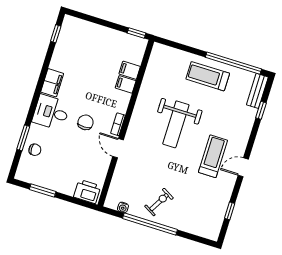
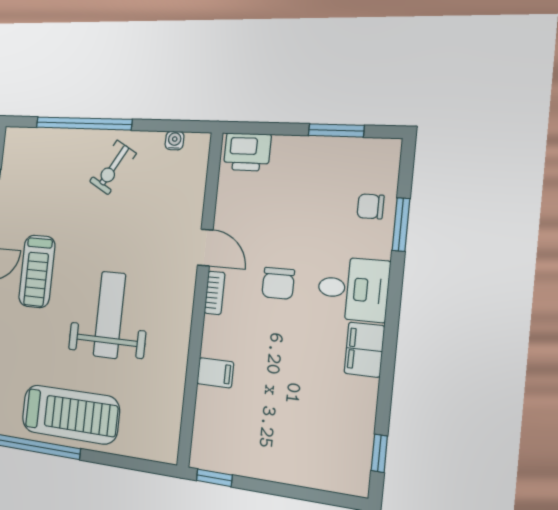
filing cabinet: (130, 70) -> (213, 402), removed
treadmill: (208, 76) -> (70, 414), width x1.37, depth x1.38
window: (150, 224) -> (84, 123), moved

